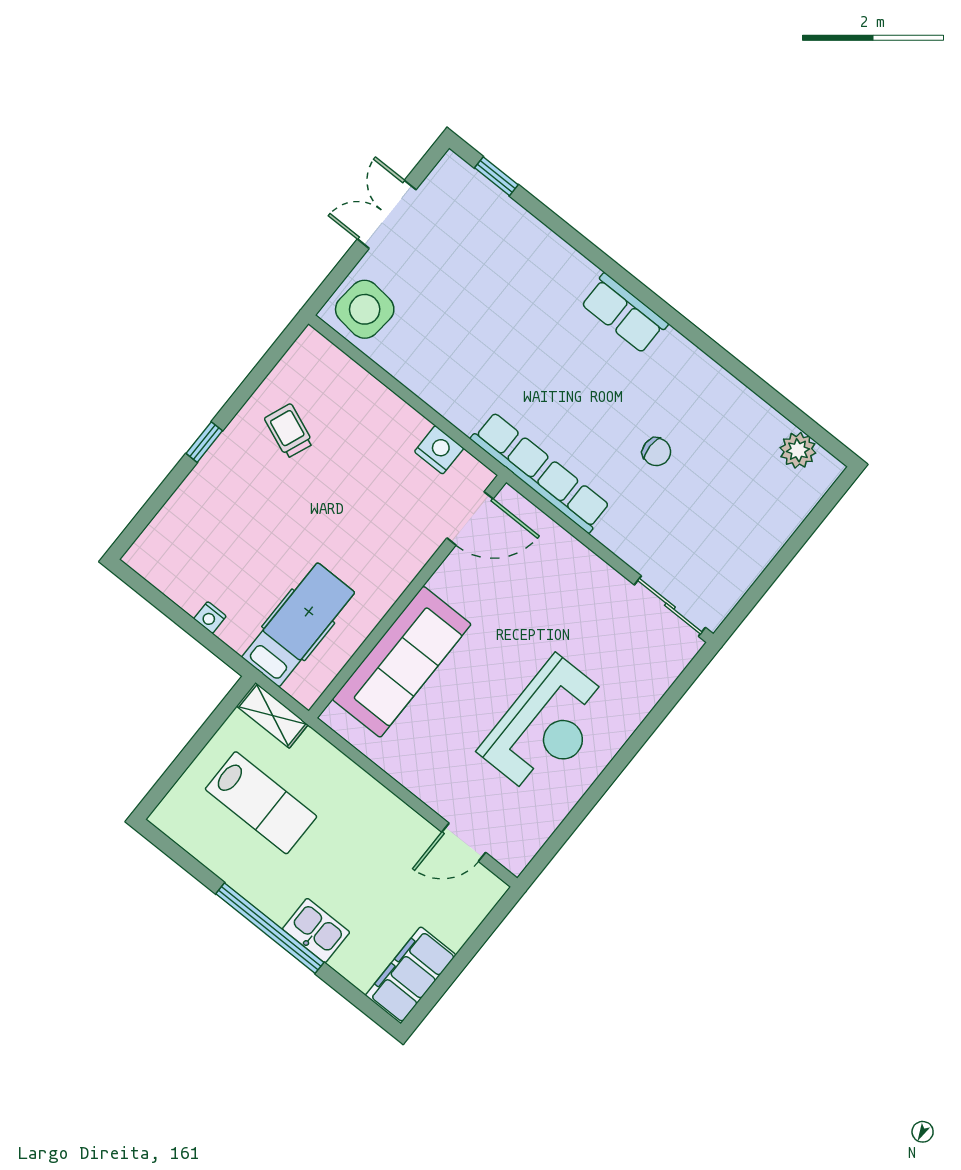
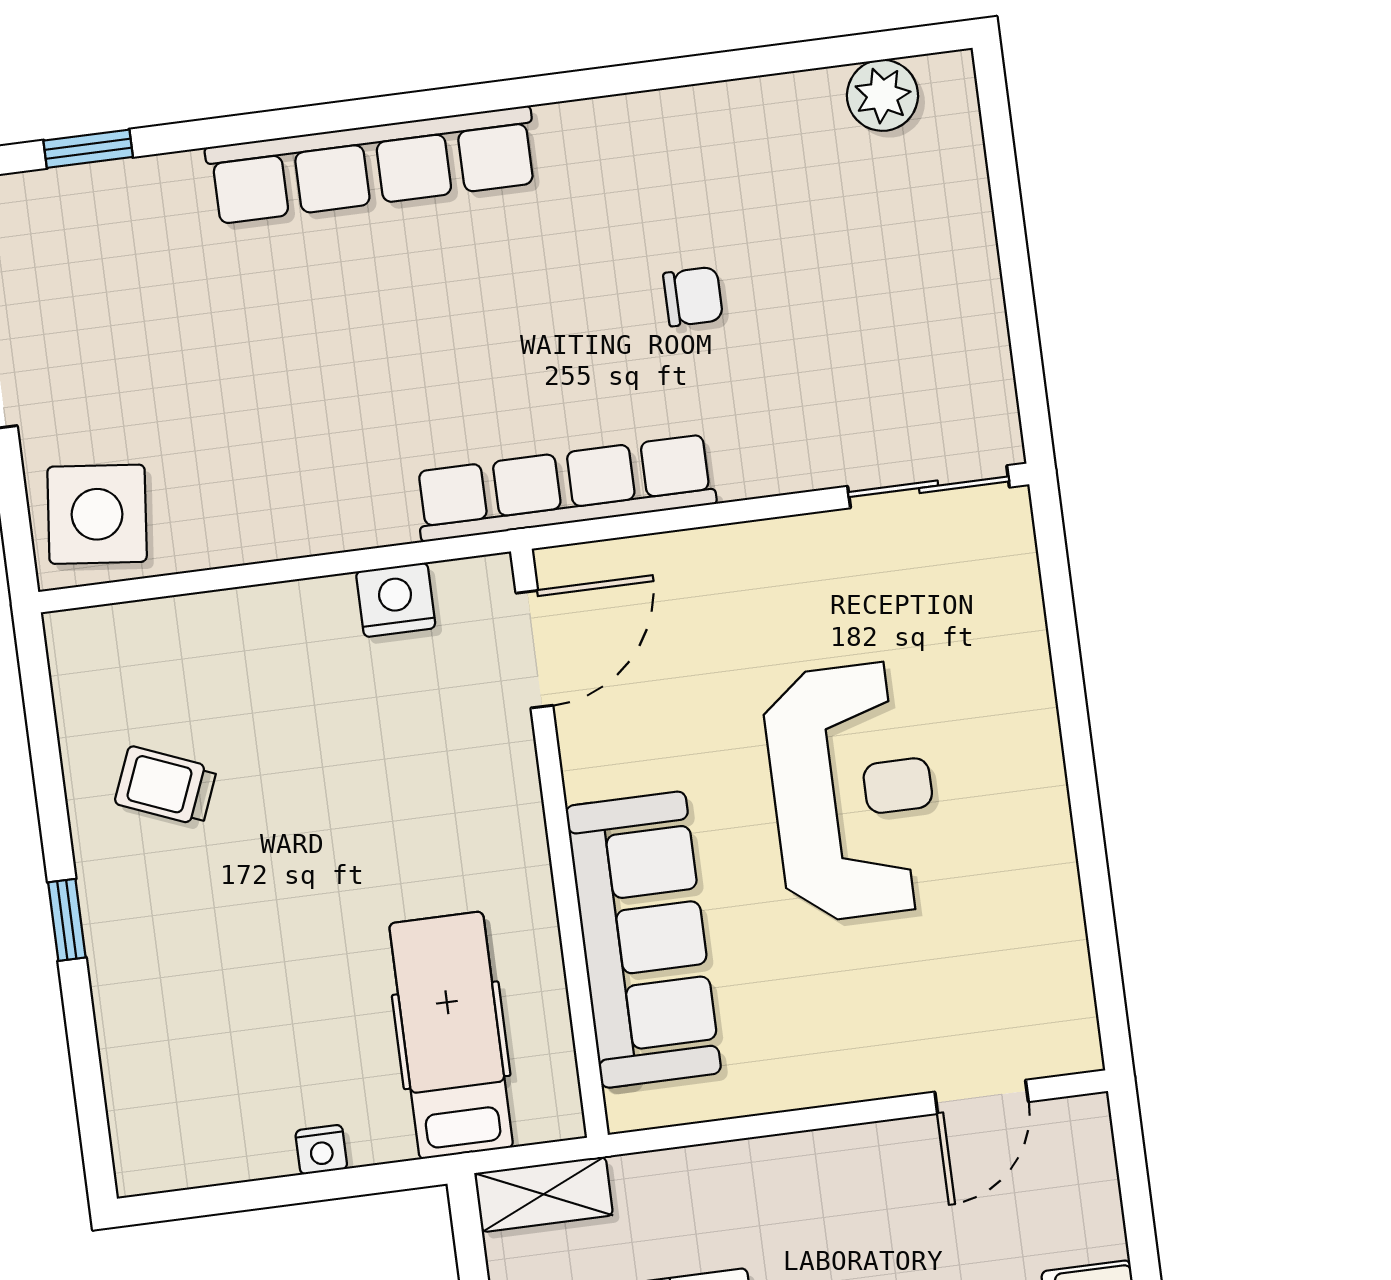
row of seats: (624, 313) -> (372, 165), width x2.02
reception desk: (547, 727) -> (853, 791), moved

